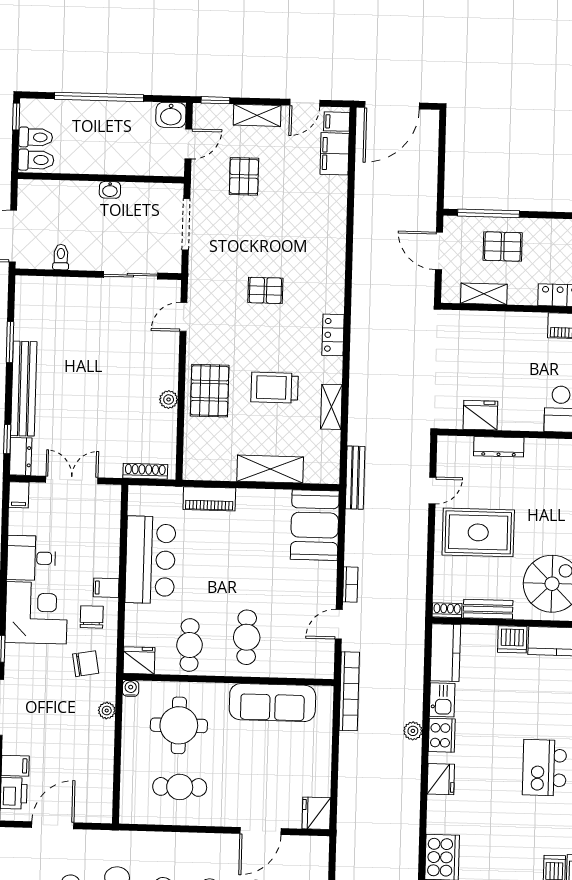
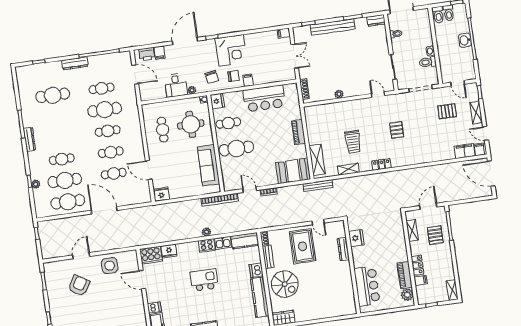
washbasin: (171, 115) -> (465, 40), moved
toilet: (133, 200) -> (428, 62), added
trolley: (275, 388) -> (353, 142), turned 180
pallet: (210, 391) -> (346, 112), removed
dresser: (21, 456) -> (376, 20), moved
shelving: (270, 469) -> (317, 160), moved
piano: (209, 499) -> (298, 132), moved
desk: (31, 558) -> (176, 85), moved, turned 180
cafe table: (247, 637) -> (236, 149), width x1.37, depth x1.35
kitchen island: (545, 768) -> (204, 280), moved
fridge: (441, 779) -> (169, 251), moved

